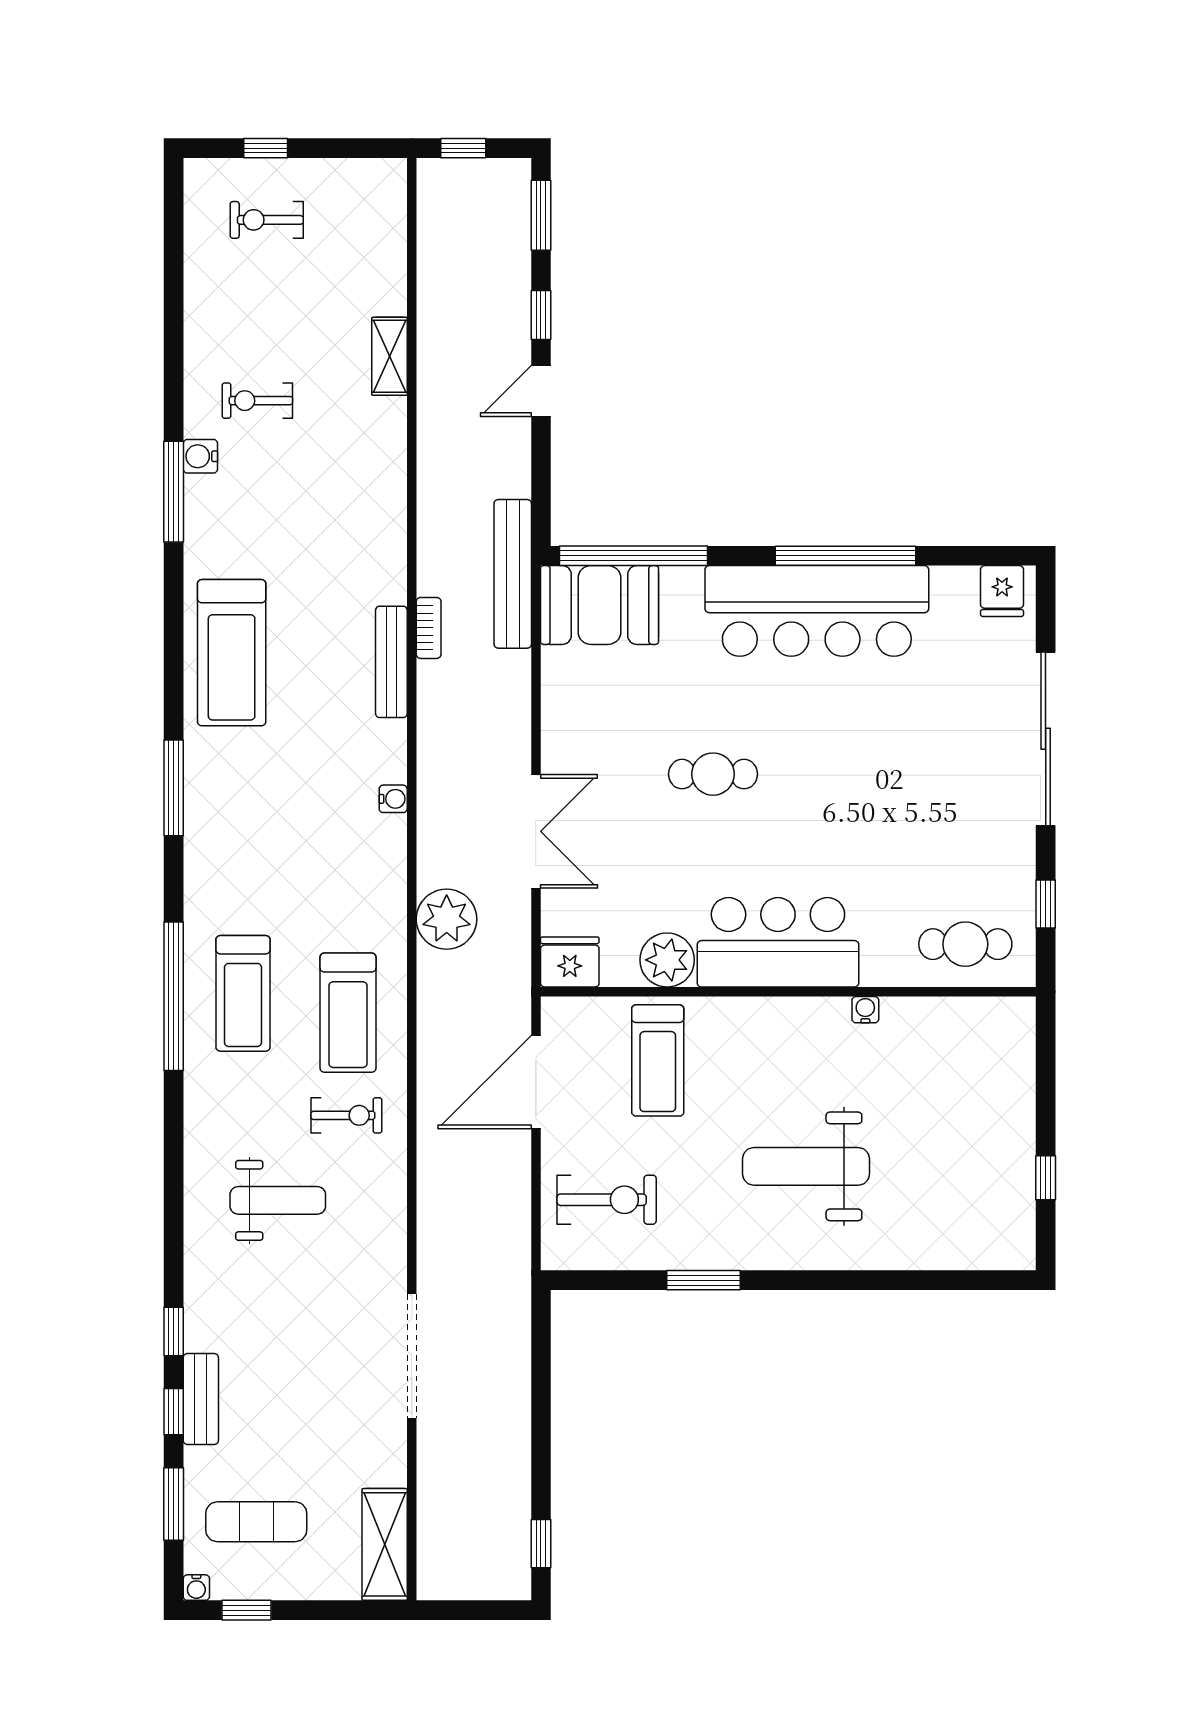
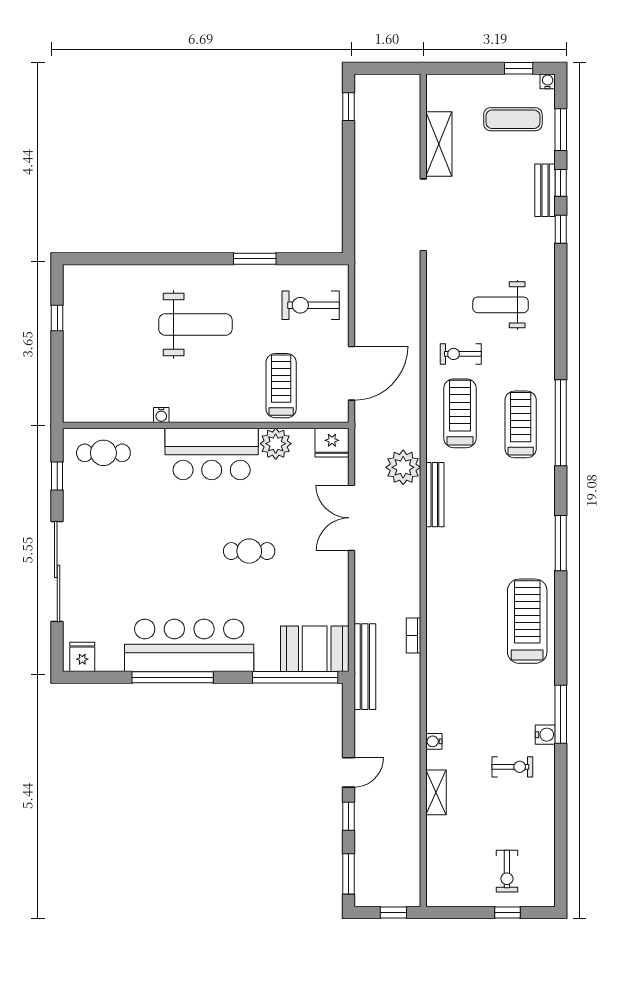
exercise bike: (267, 220) -> (507, 871), turned 90
bench: (391, 662) -> (435, 495), moved
water cooler: (393, 799) -> (434, 741), moved
shelving: (385, 1544) -> (439, 144), moved

